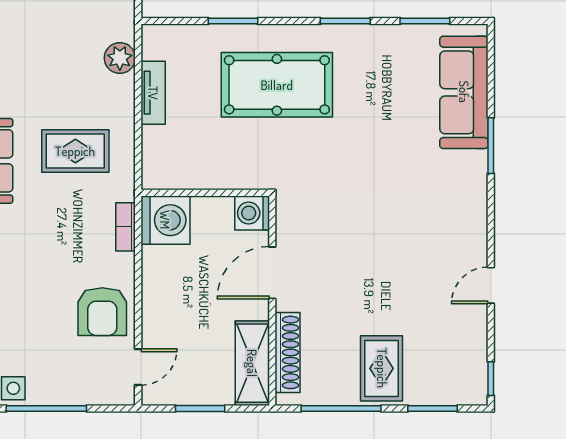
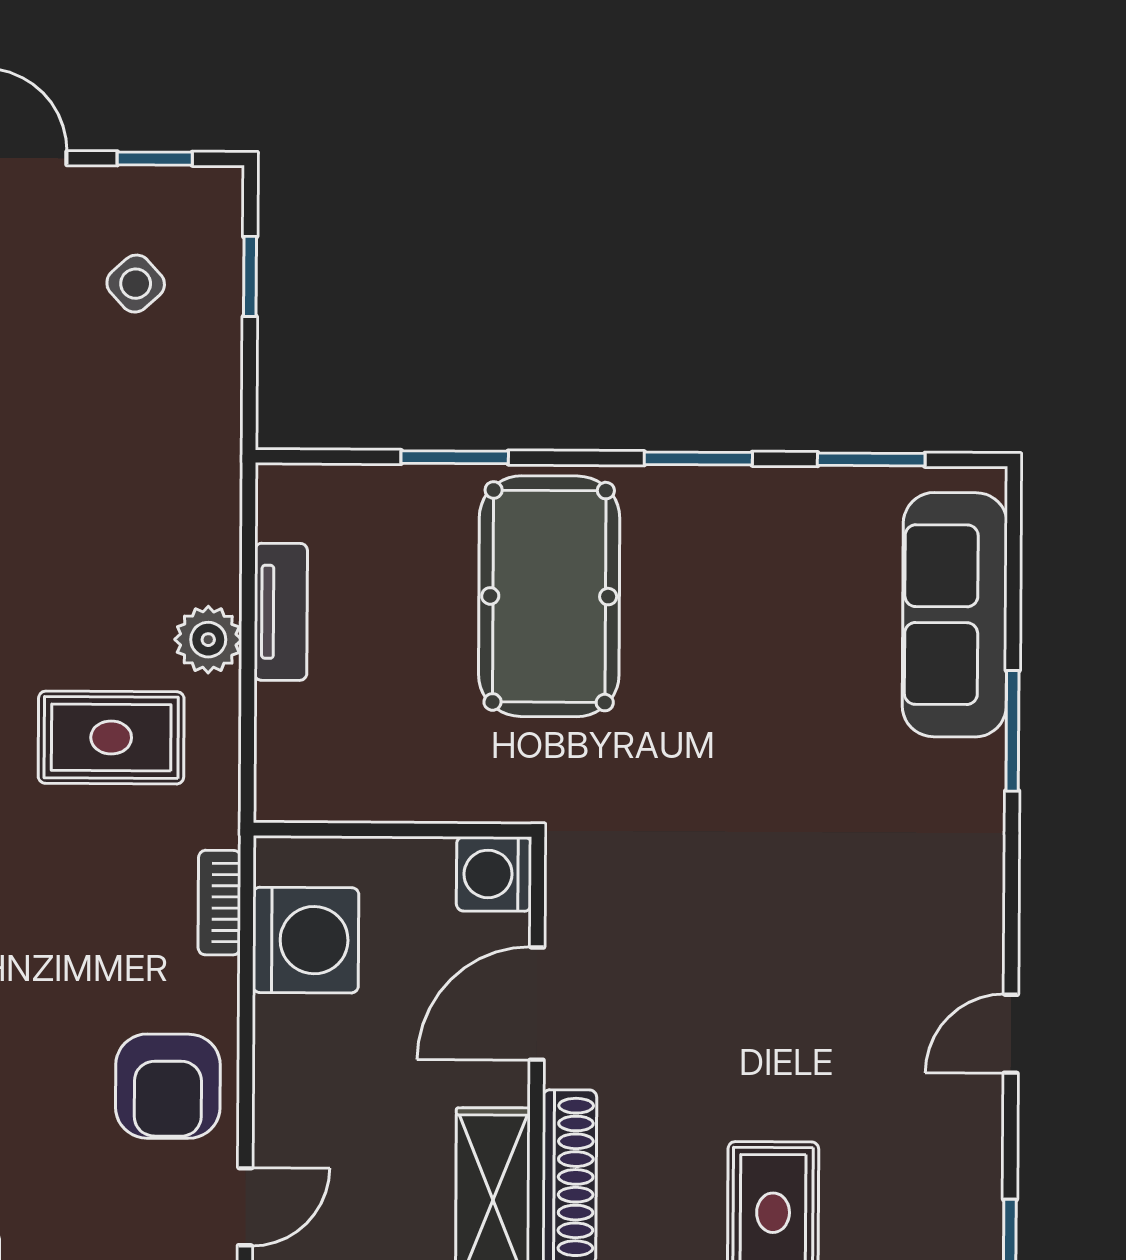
plant: (120, 58) -> (208, 640), moved
pool table: (277, 85) -> (549, 596), turned 90
washing machine: (165, 220) -> (306, 940), moved

